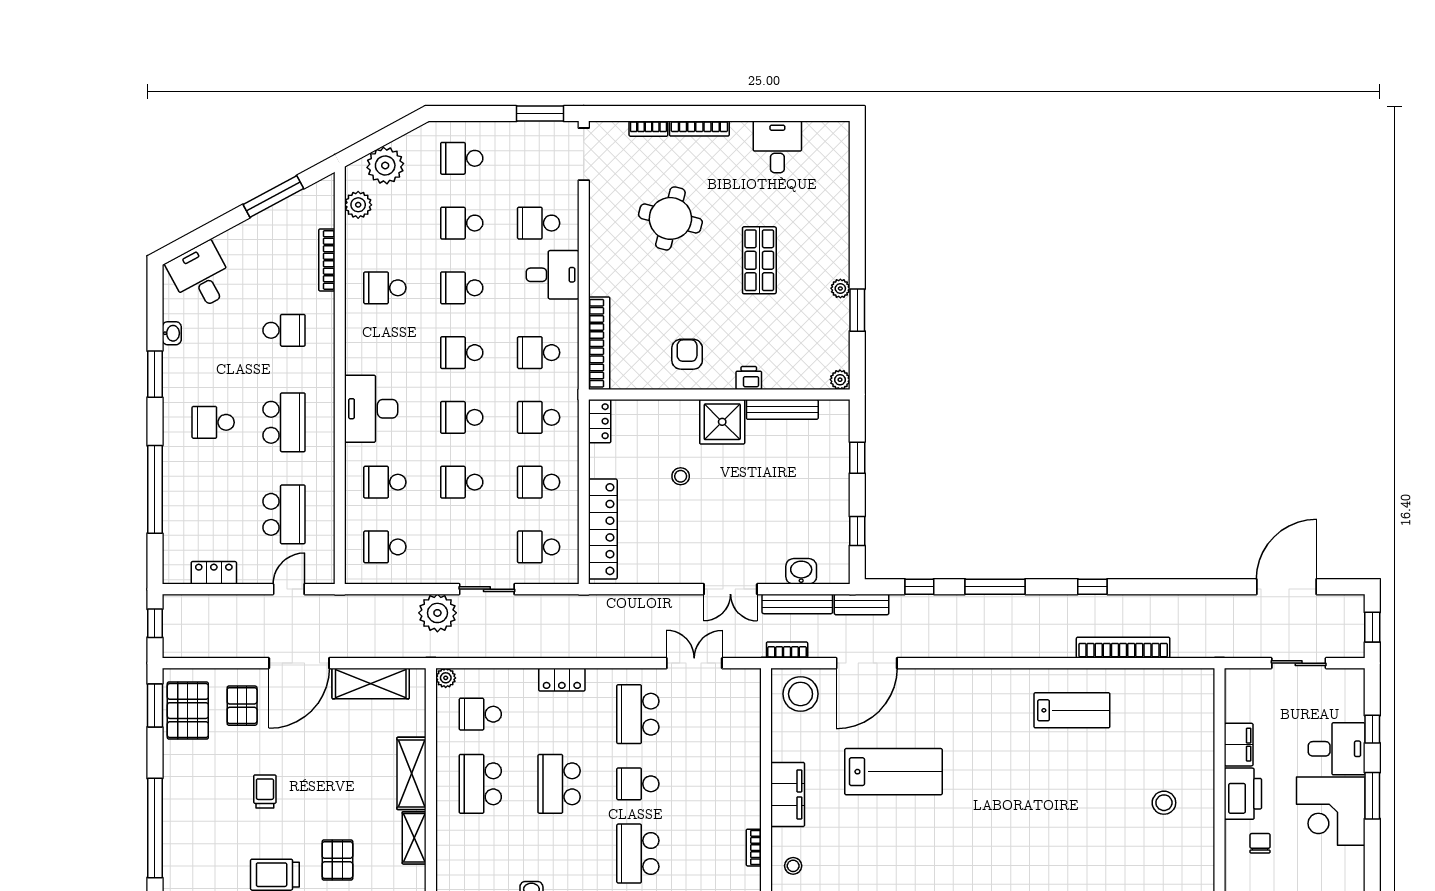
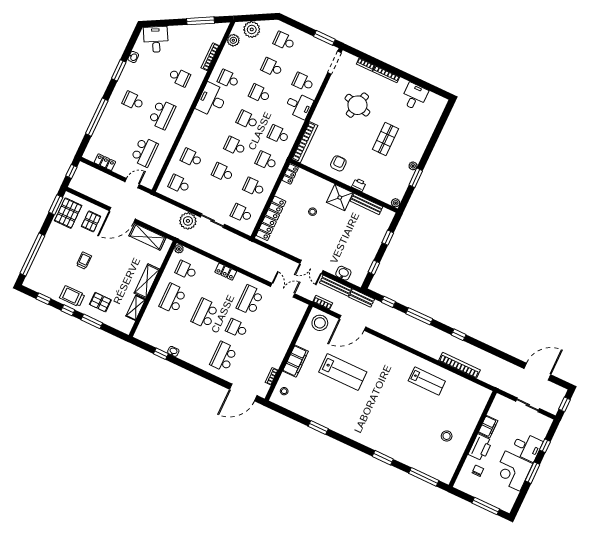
desk: (371, 409) -> (212, 100), moved
pallet: (337, 860) -> (100, 302), turned 90

